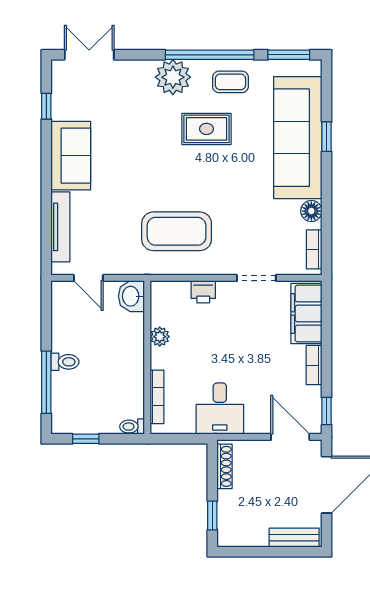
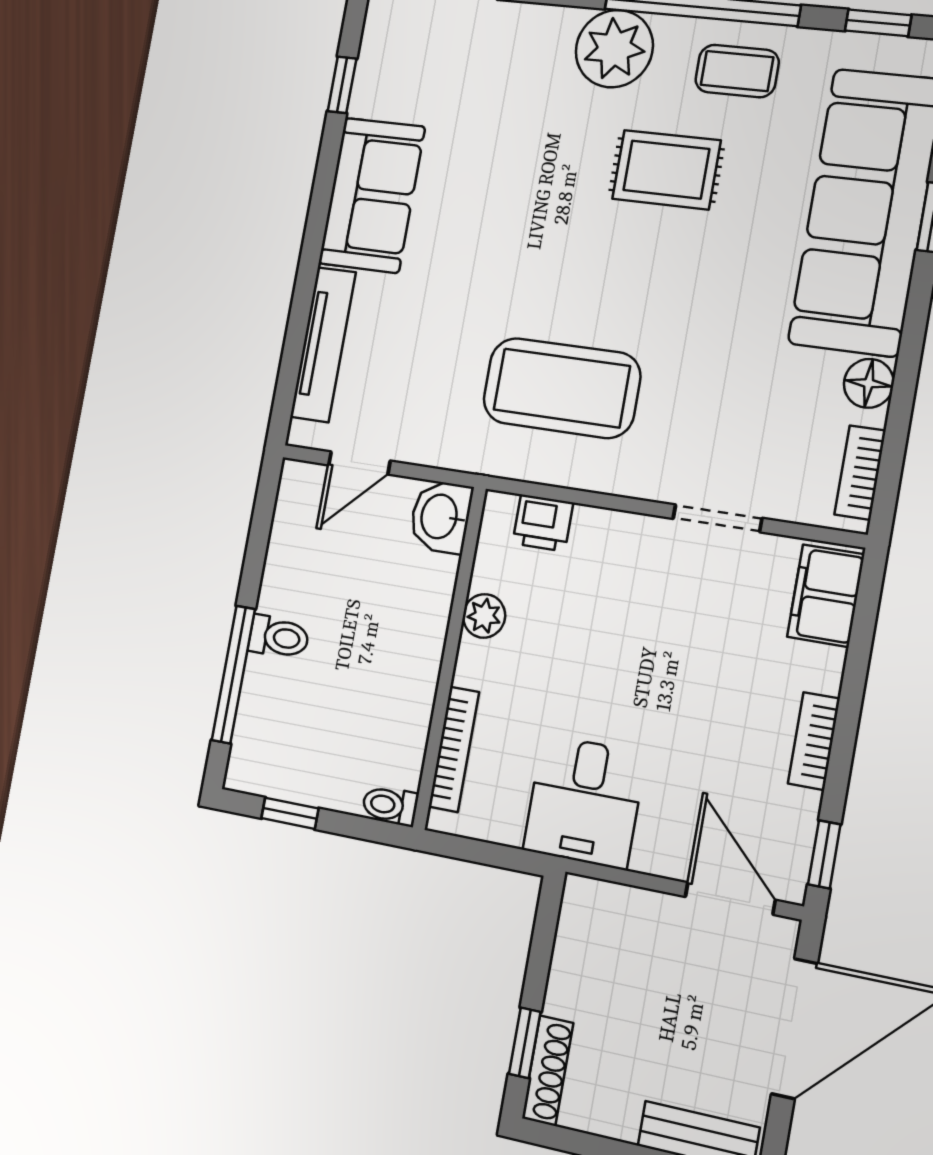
window: (289, 55) -> (878, 23), width x0.67
door: (88, 278) -> (359, 463), hinge flipped
printer: (203, 292) -> (543, 523), moved
filing cabinet: (306, 313) -> (826, 596), width x0.67, depth x0.86
shoe rack: (224, 466) -> (548, 1071), moved

